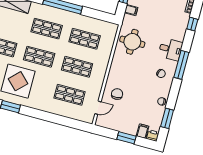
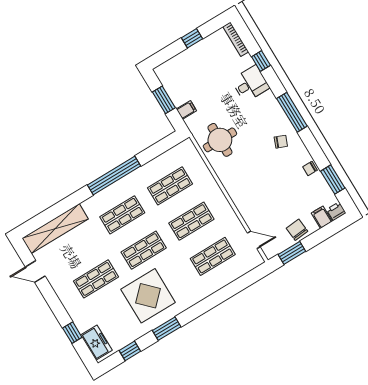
desk: (170, 49) -> (250, 84), moved
chair: (117, 94) -> (297, 230), moved
door: (98, 108) -> (254, 240), hinge flipped
window: (126, 138) -> (292, 253), moved

